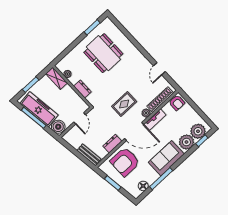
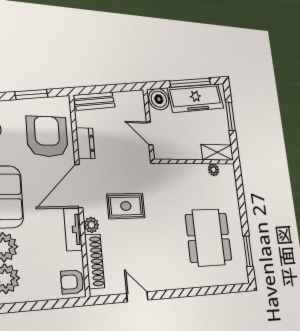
dining table: (103, 53) -> (209, 237), turned 90
dresser: (82, 89) -> (183, 171), removed
rug: (124, 104) -> (126, 206), turned 90

